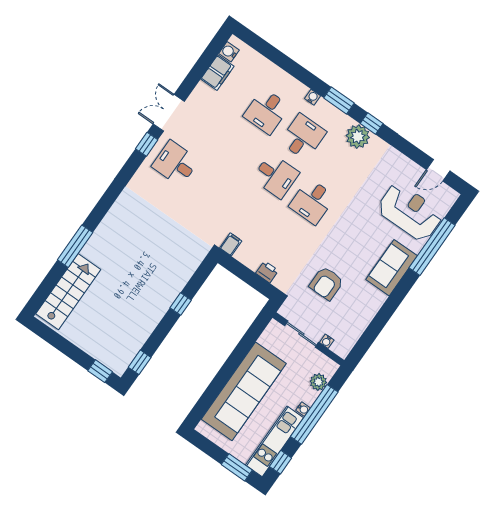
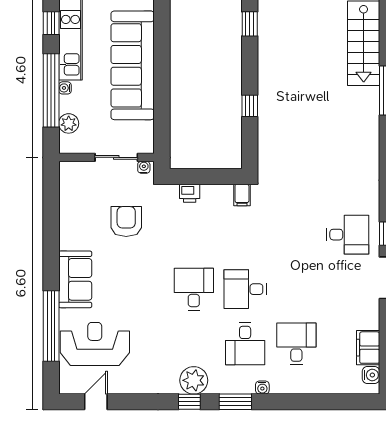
reception desk: (410, 212) -> (95, 344), turned 180
water cooler: (327, 341) -> (144, 167), moved

